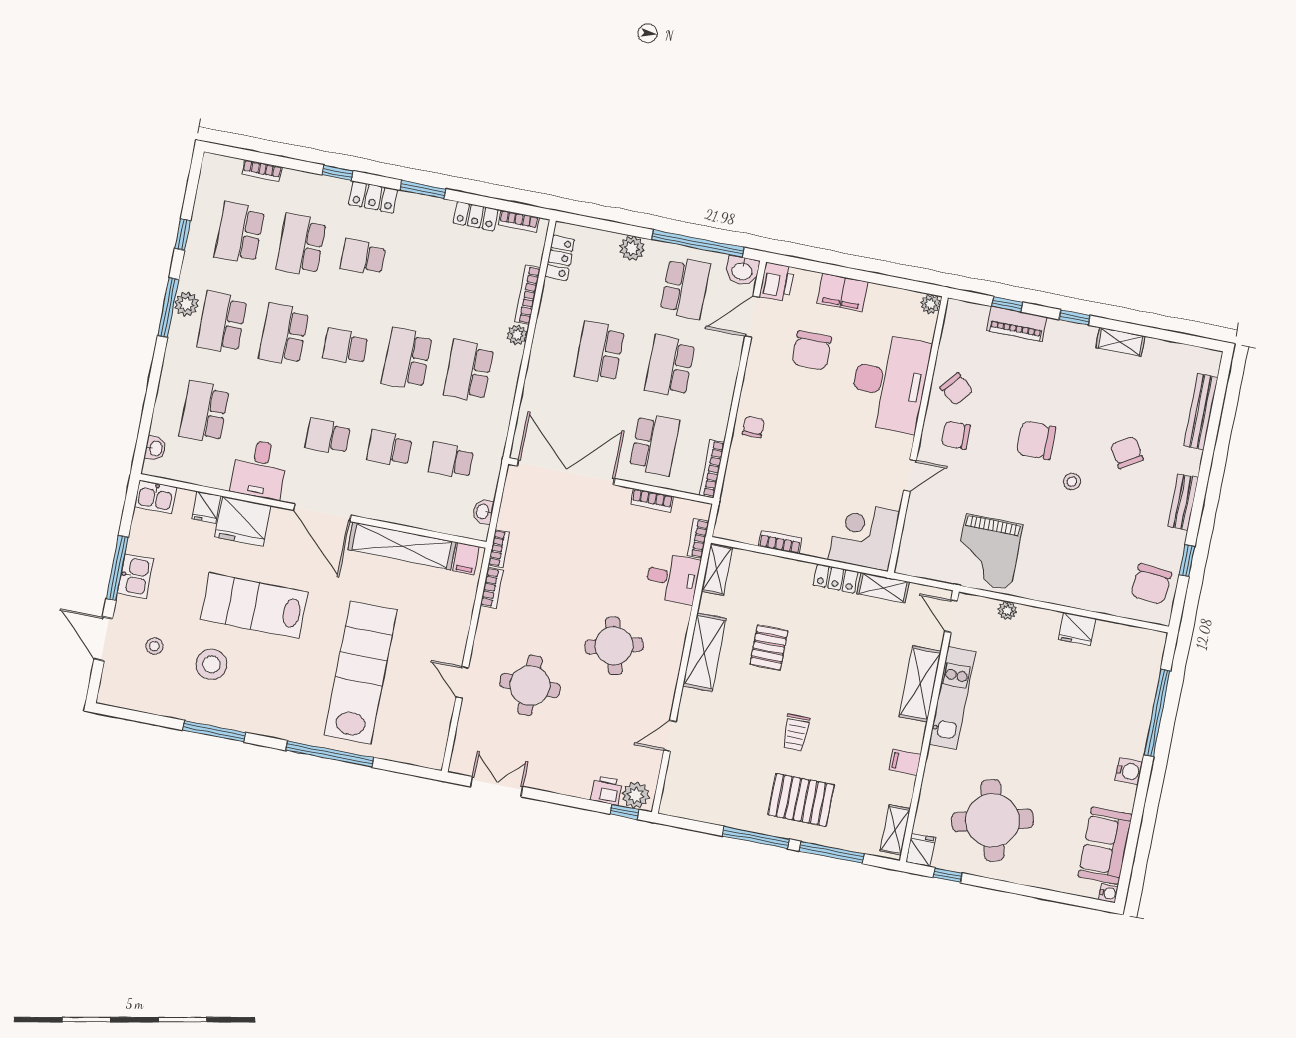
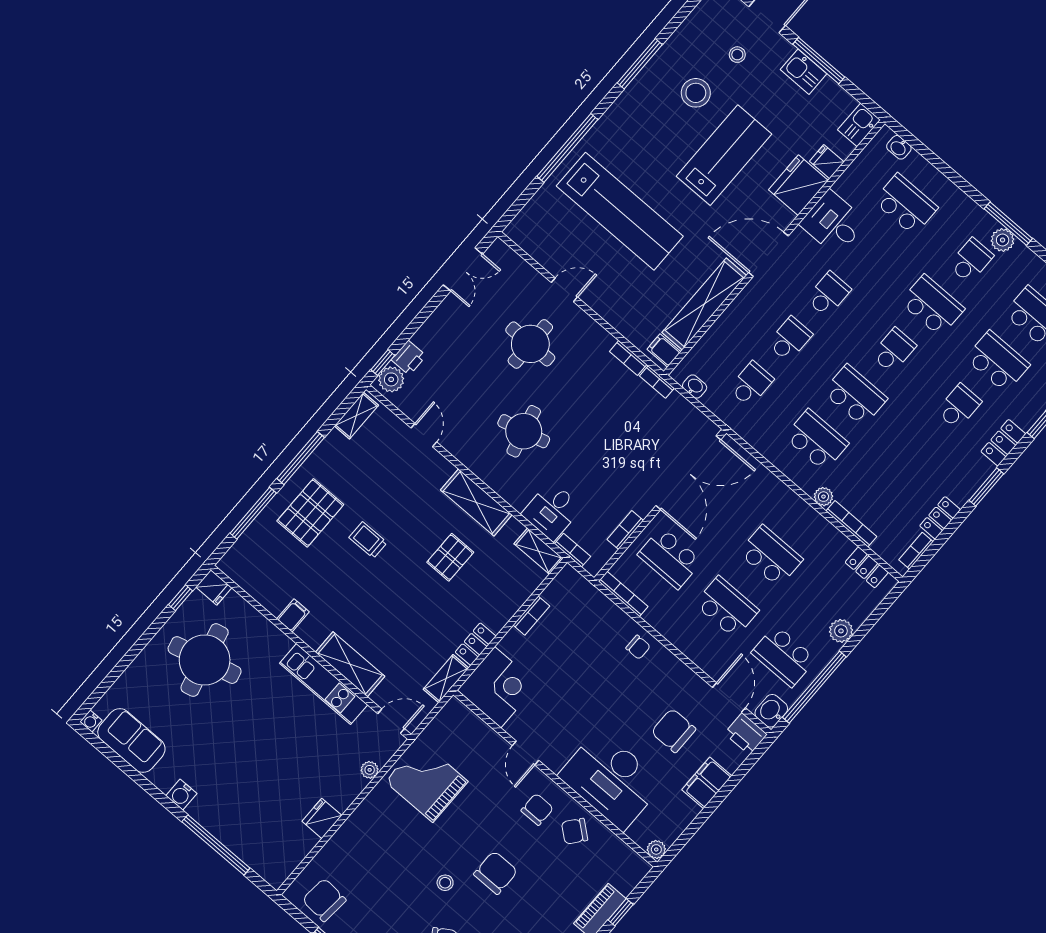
school desk: (222, 323) -> (971, 260), width x0.54
pallet: (769, 648) -> (450, 557), turned 90
shelving: (895, 830) -> (356, 416), moved, turned 90

